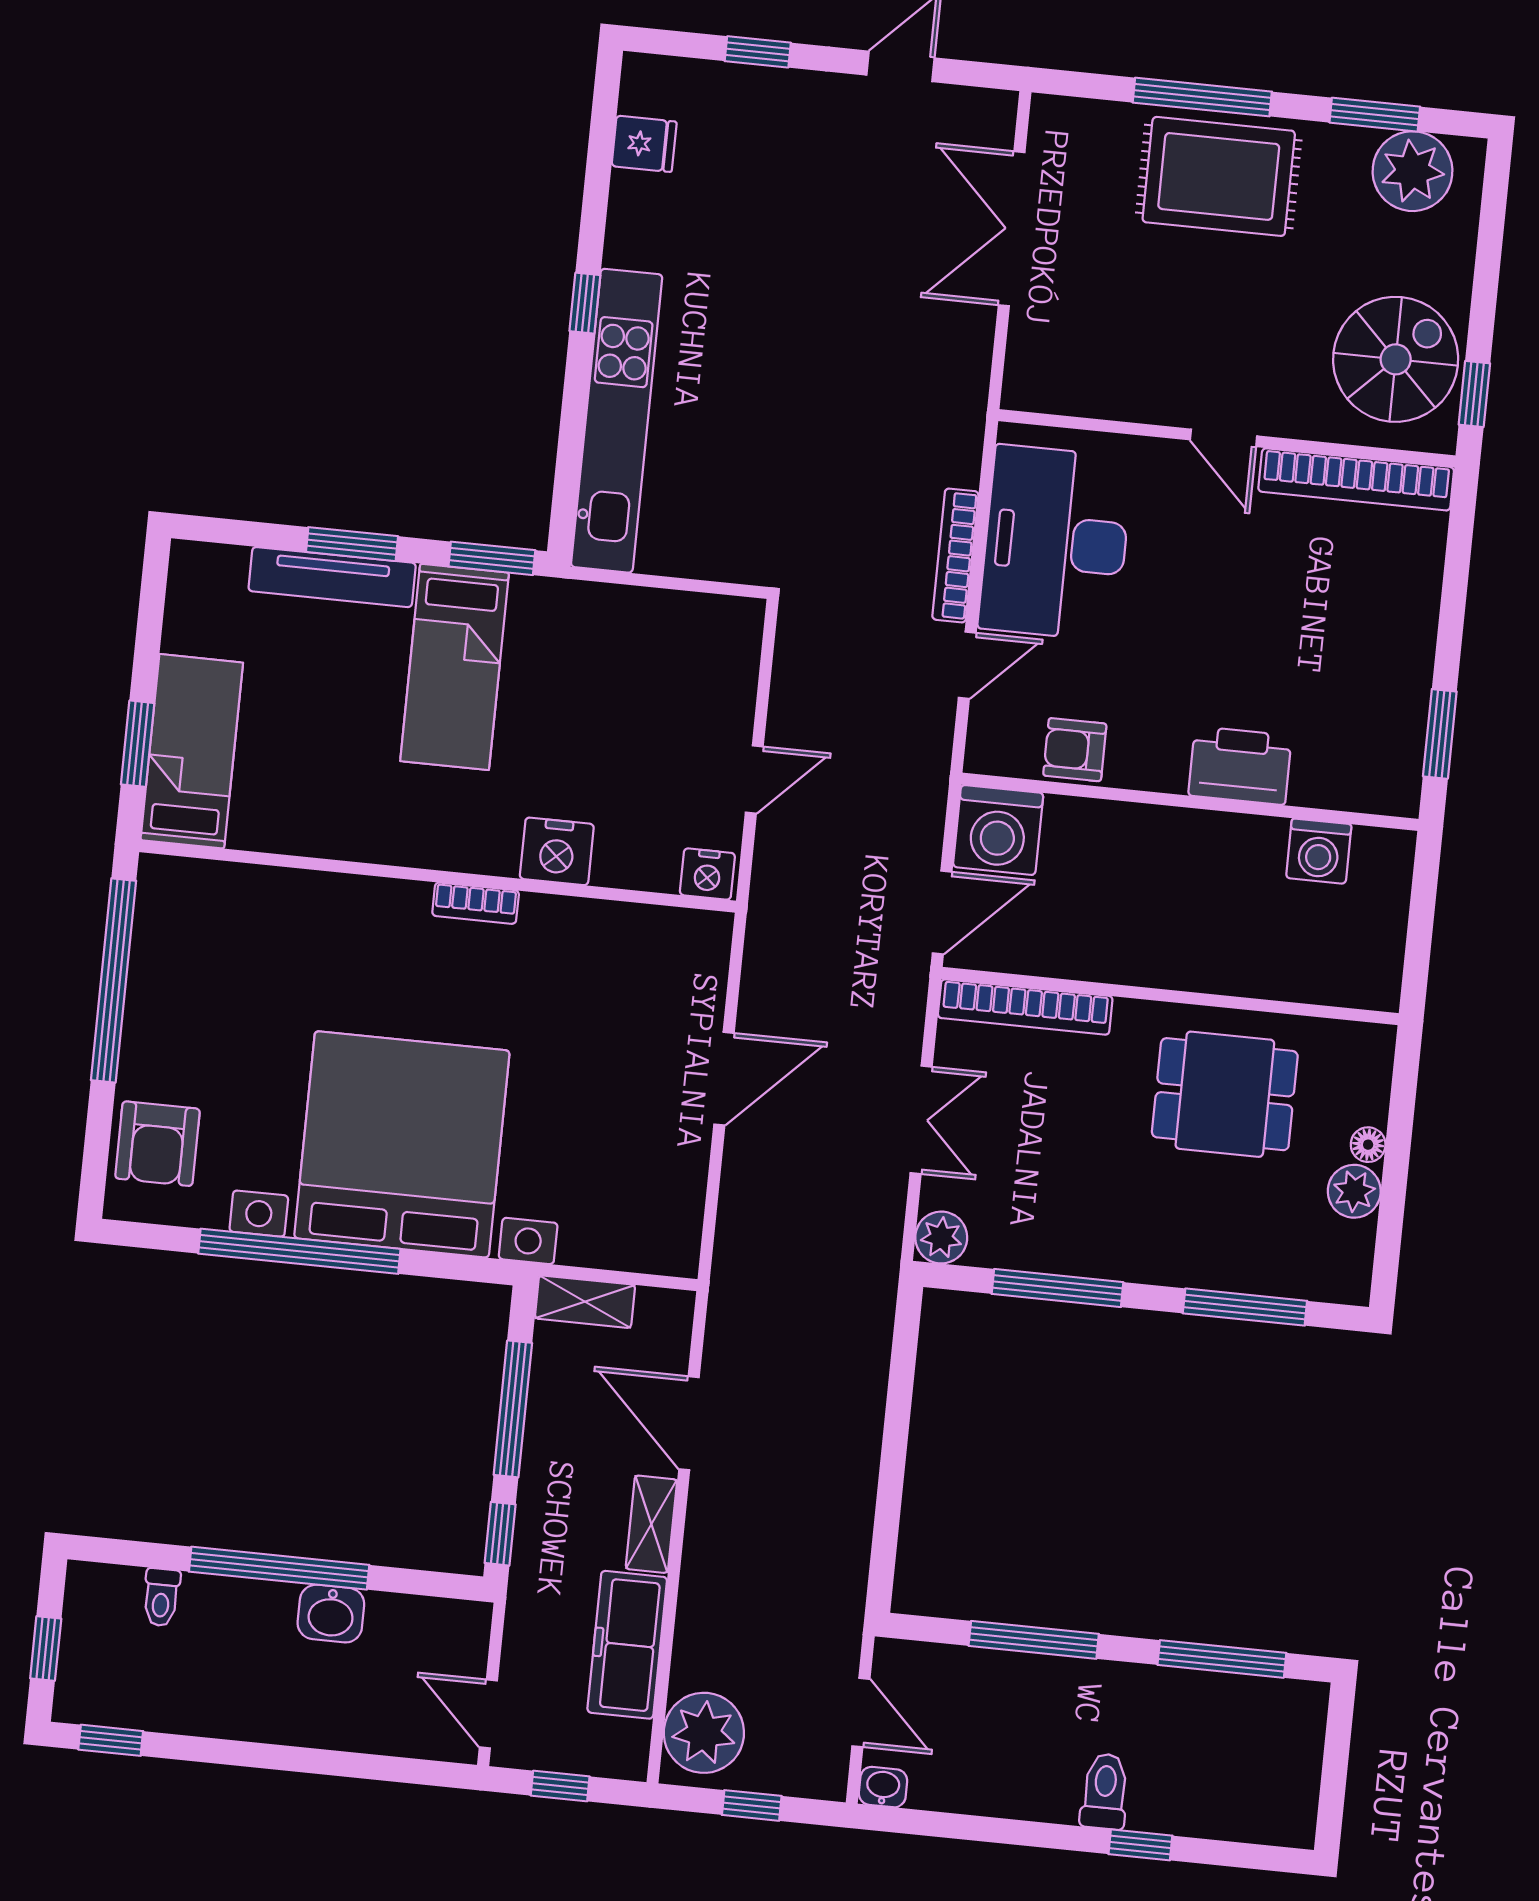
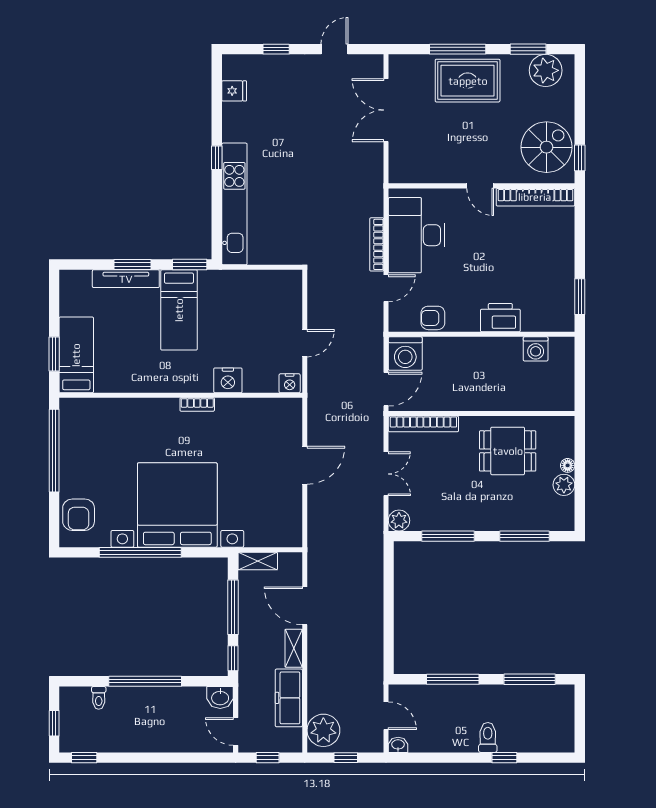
washbasin: (331, 1614) -> (220, 697), moved

